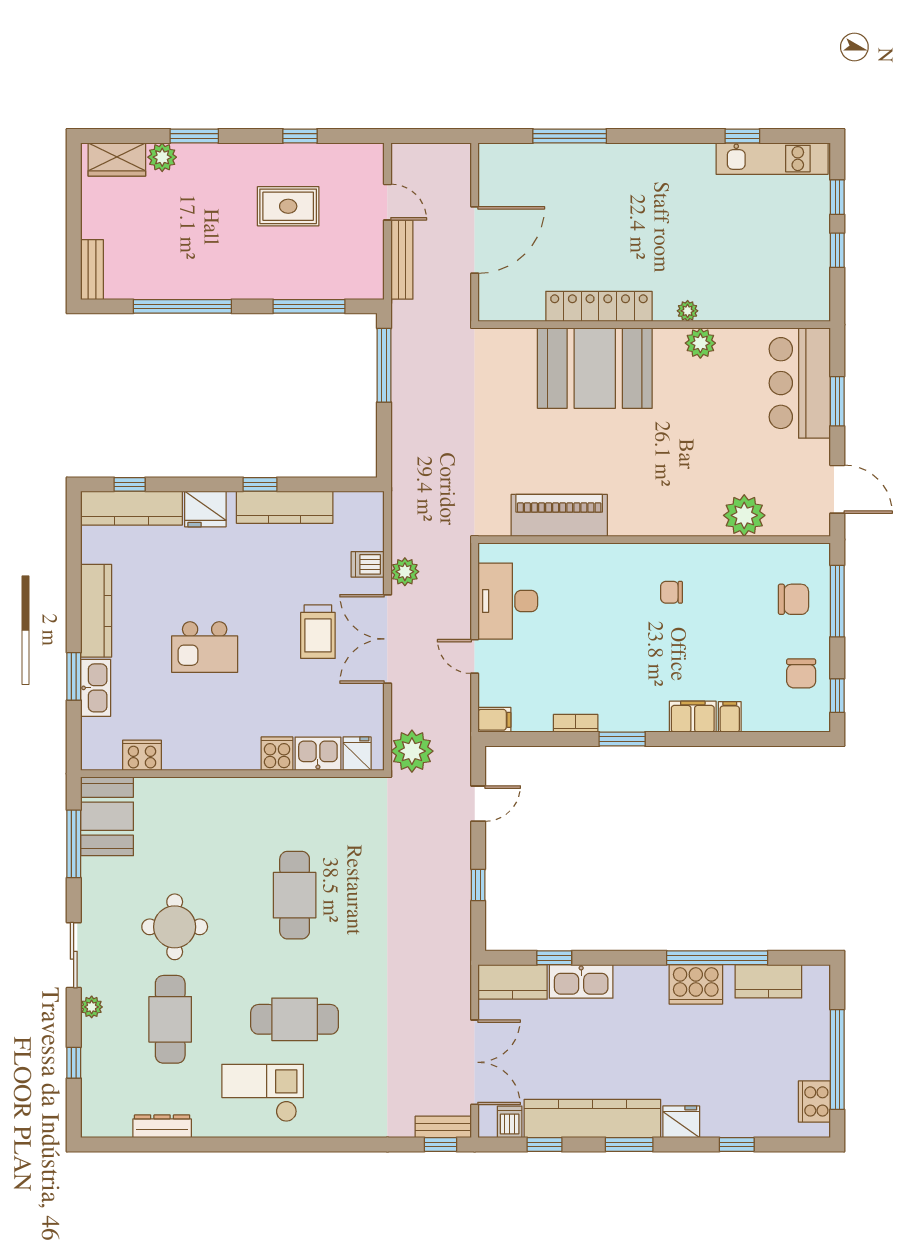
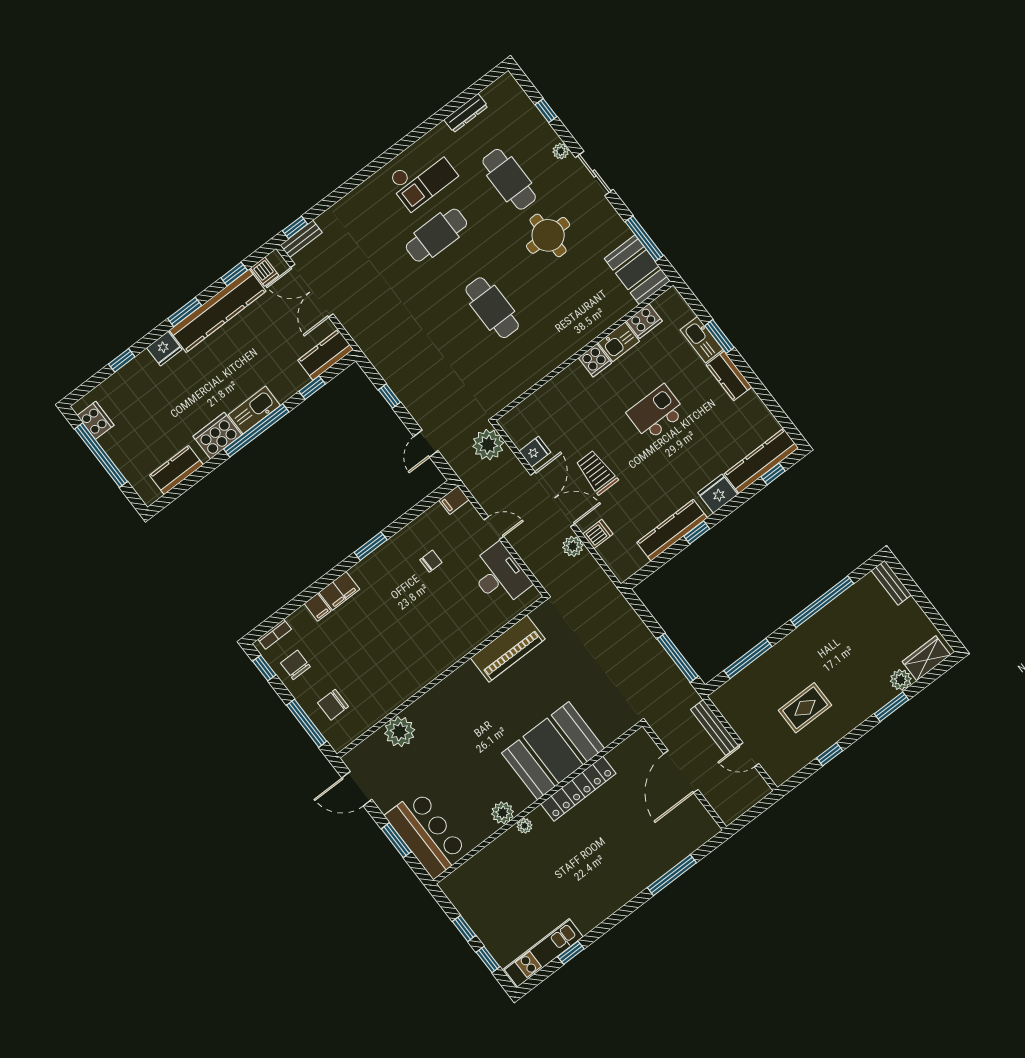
chair: (672, 592) -> (431, 561), moved
kitchen counter: (96, 611) -> (729, 376), width x0.67
bookcase: (576, 723) -> (275, 634), moved
cooker: (277, 754) -> (595, 360), moved
kitchen sink: (318, 754) -> (619, 342), moved
fridge: (357, 754) -> (535, 452), moved, turned -90
window: (717, 958) -> (256, 430), moved
kitchen sink: (581, 981) -> (254, 410), moved

